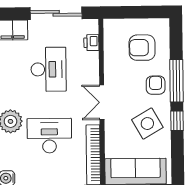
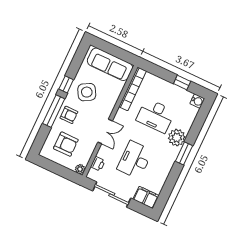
plant: (110, 26) -> (80, 169), added
armchair: (156, 85) -> (69, 115), turned -90
double door: (102, 102) -> (105, 131), moved

